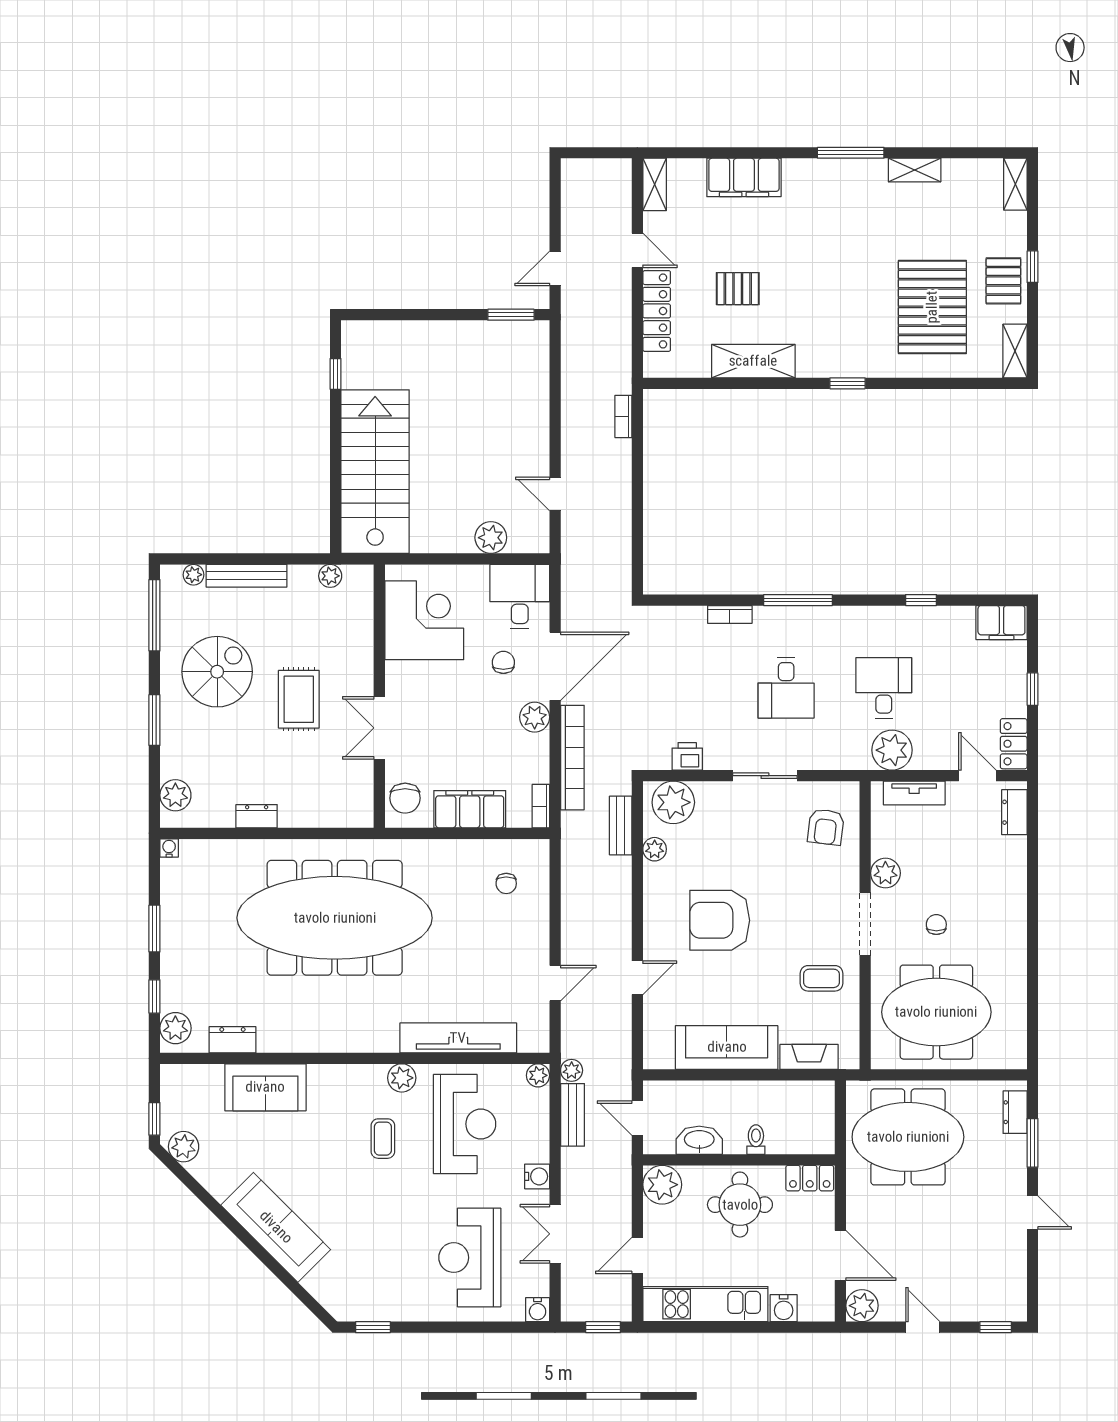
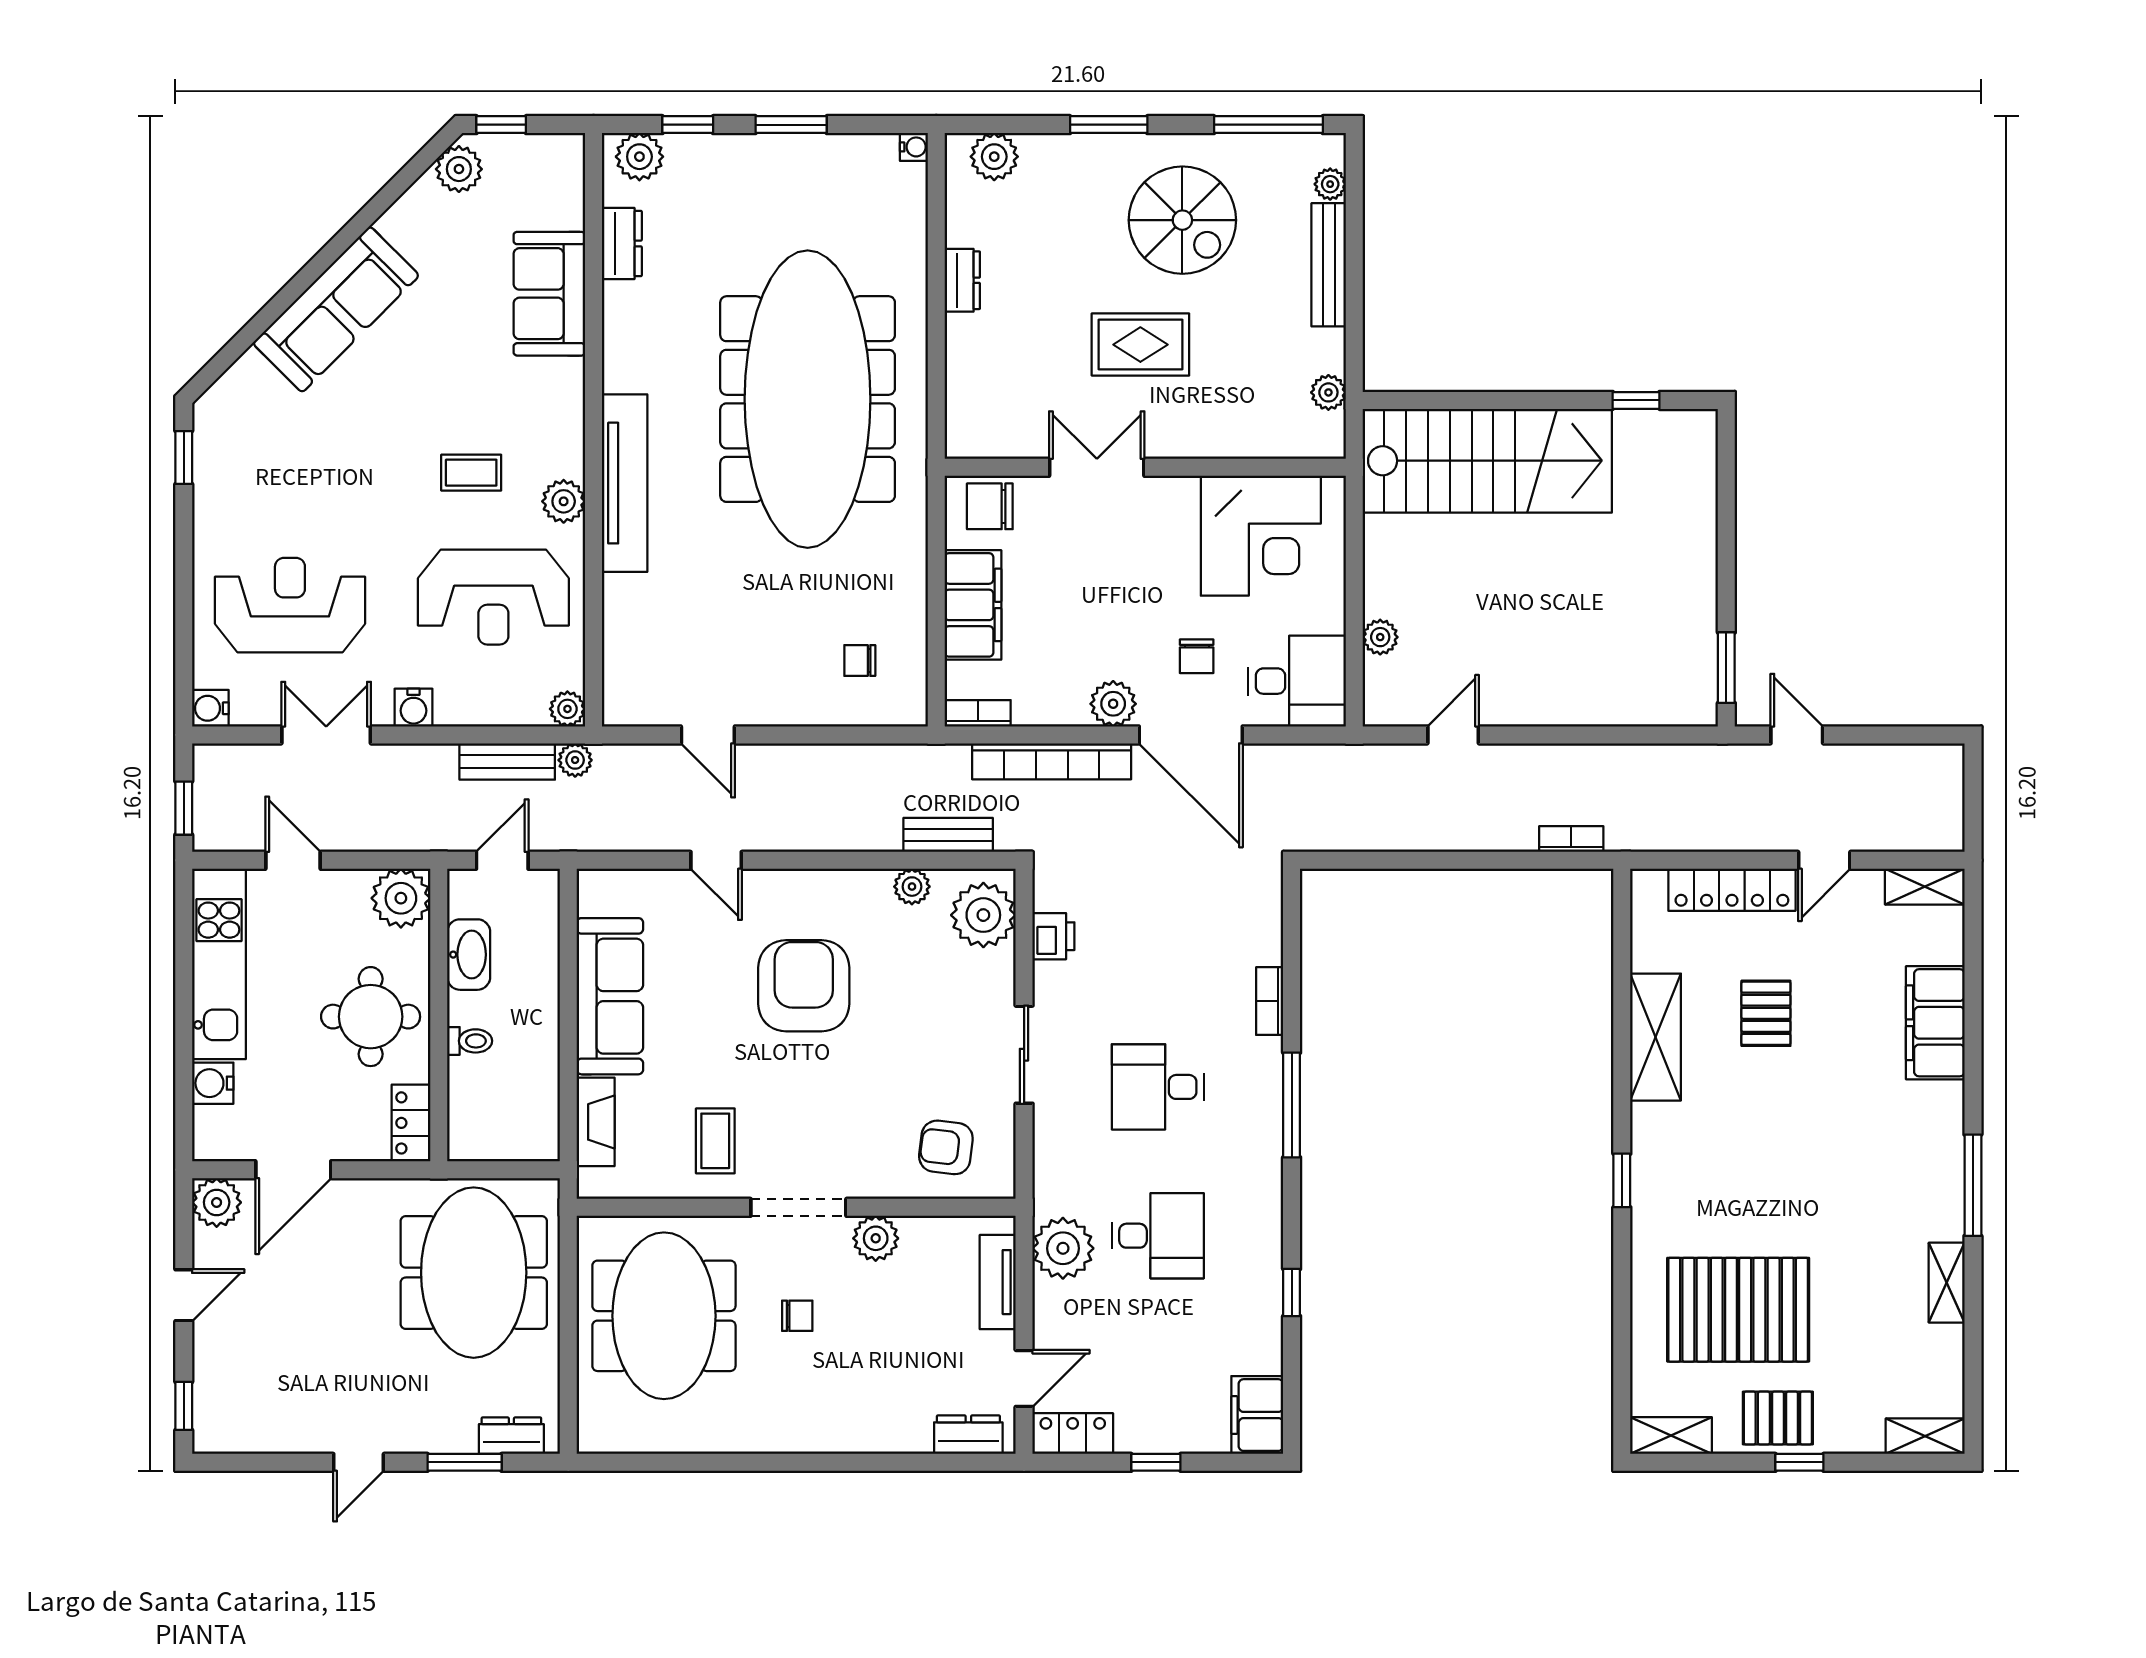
plant: (491, 538) -> (1380, 637), width x0.73, depth x0.73
chair: (503, 662) -> (1197, 656), turned 90
tv unit: (458, 1038) -> (625, 483), moved

